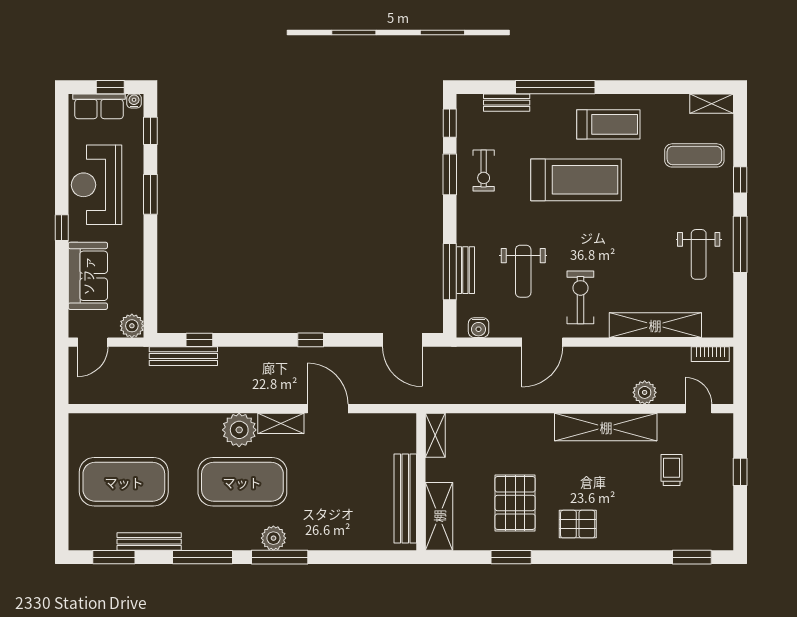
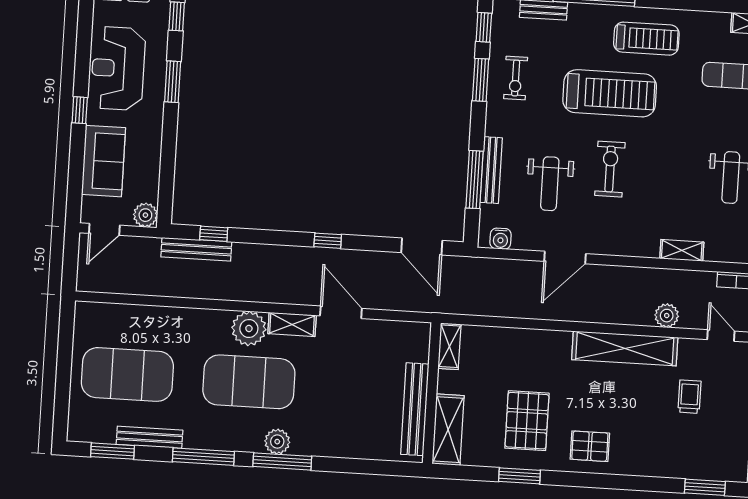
bench: (465, 270) -> (491, 170), width x1.36
exercise bike: (580, 297) -> (610, 169), moved
shelving: (655, 325) -> (682, 250), width x0.45, depth x0.75

